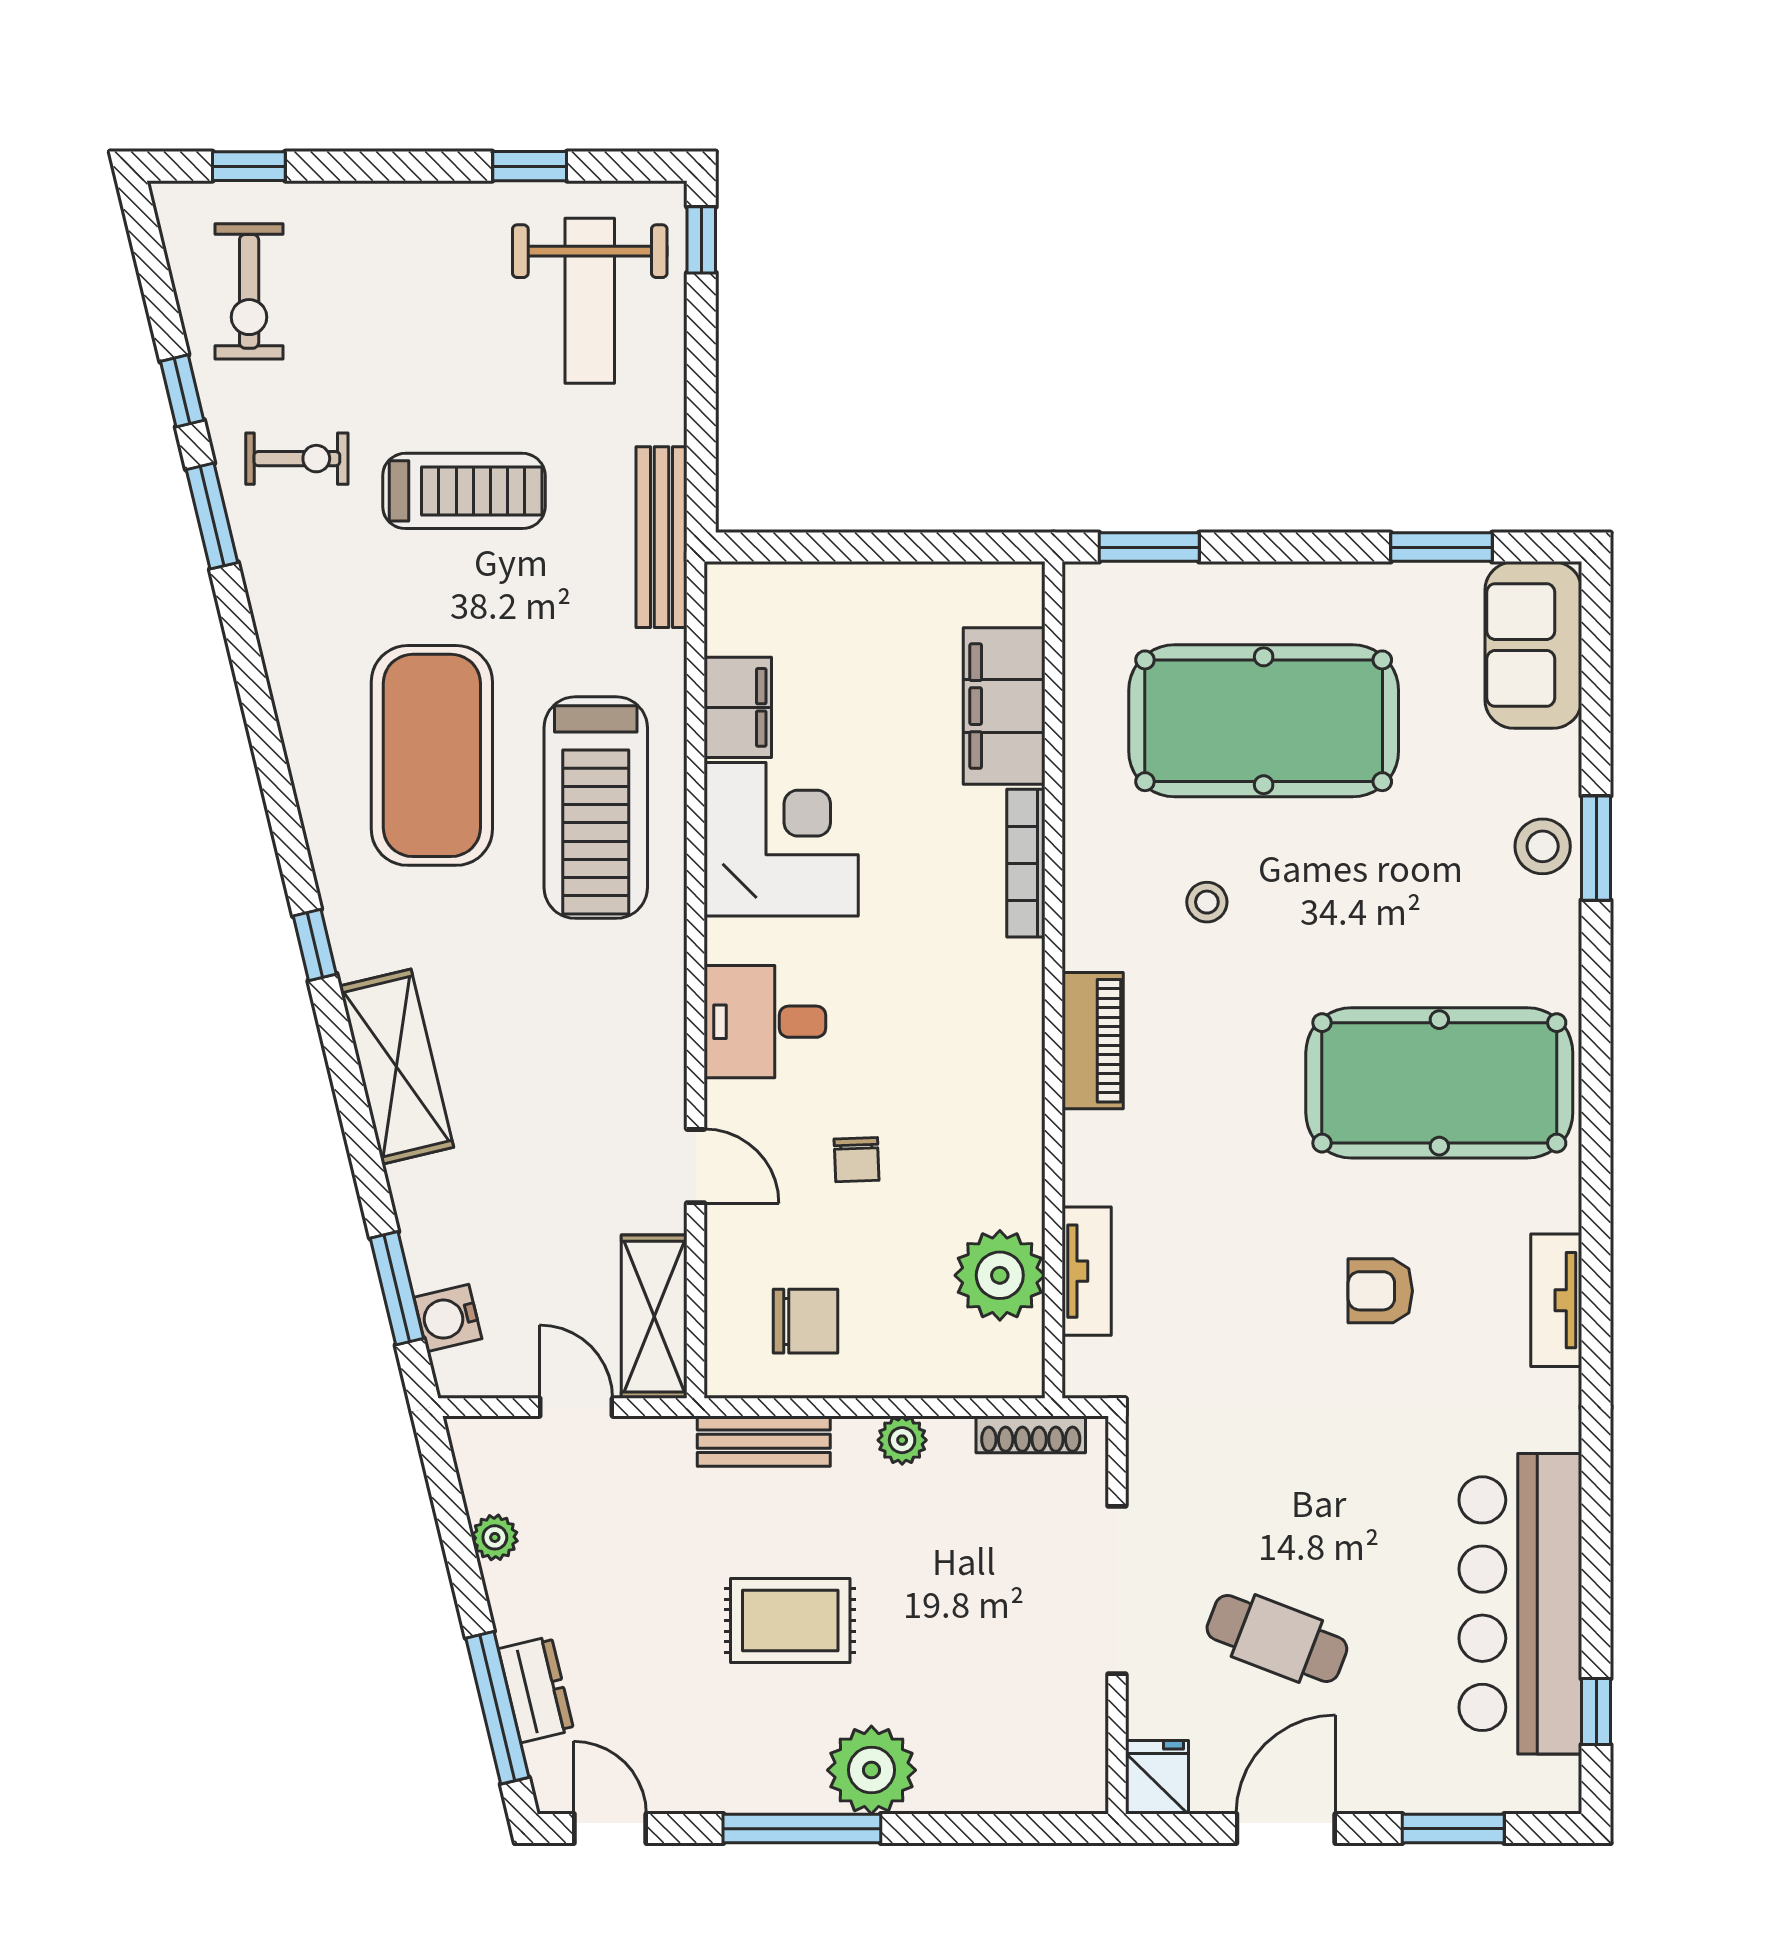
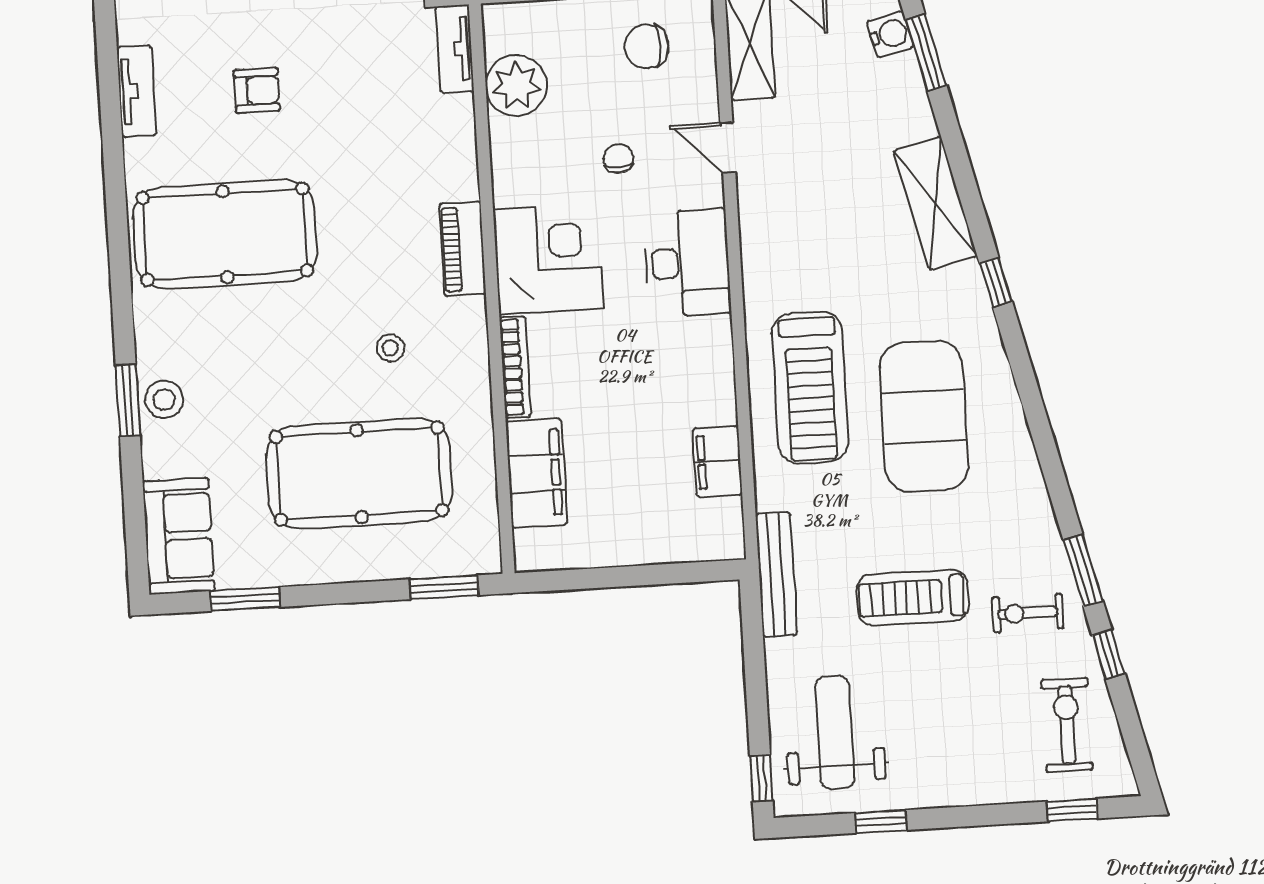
treadmill: (596, 808) -> (810, 388), turned 180
corner desk: (781, 839) -> (548, 259), moved, turned 180
desk: (765, 1022) -> (687, 263), width x1.37
tv unit: (1087, 1271) -> (455, 49), moved

